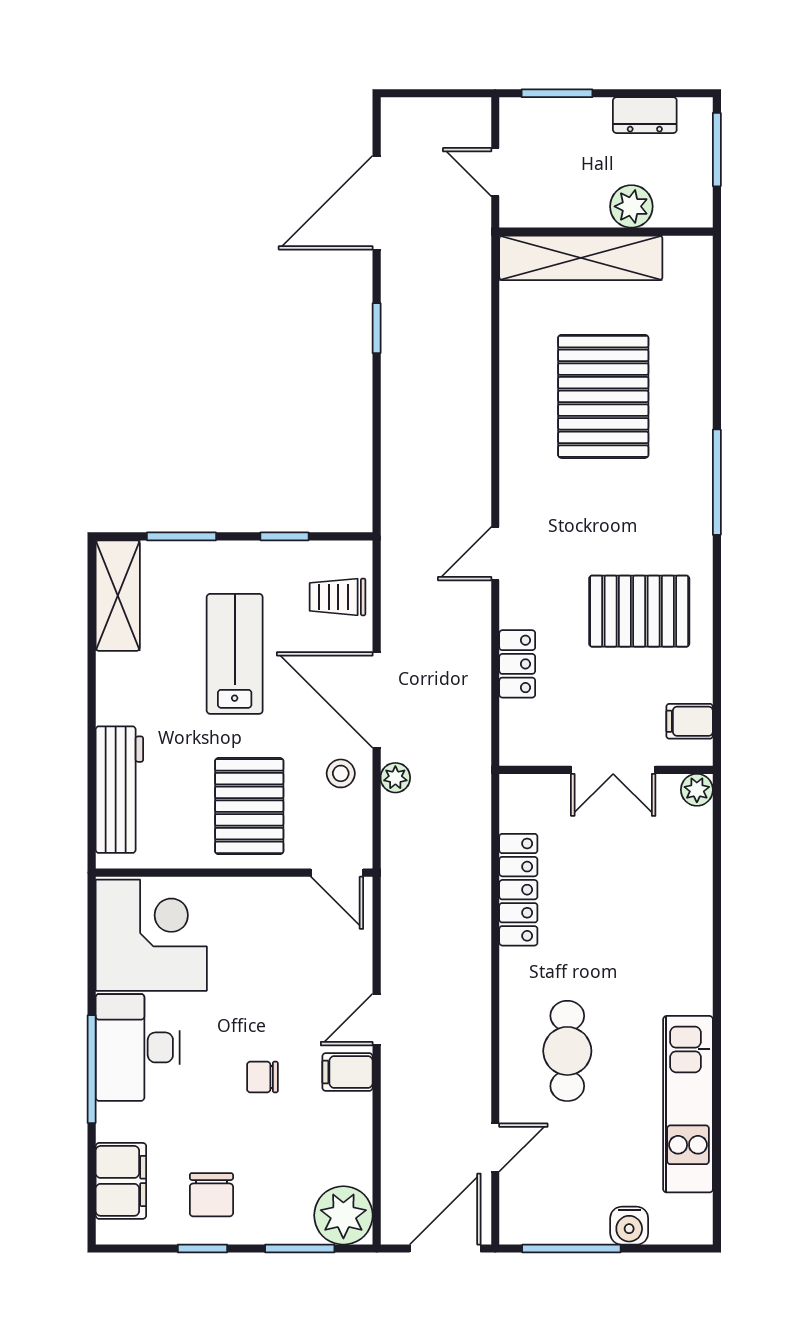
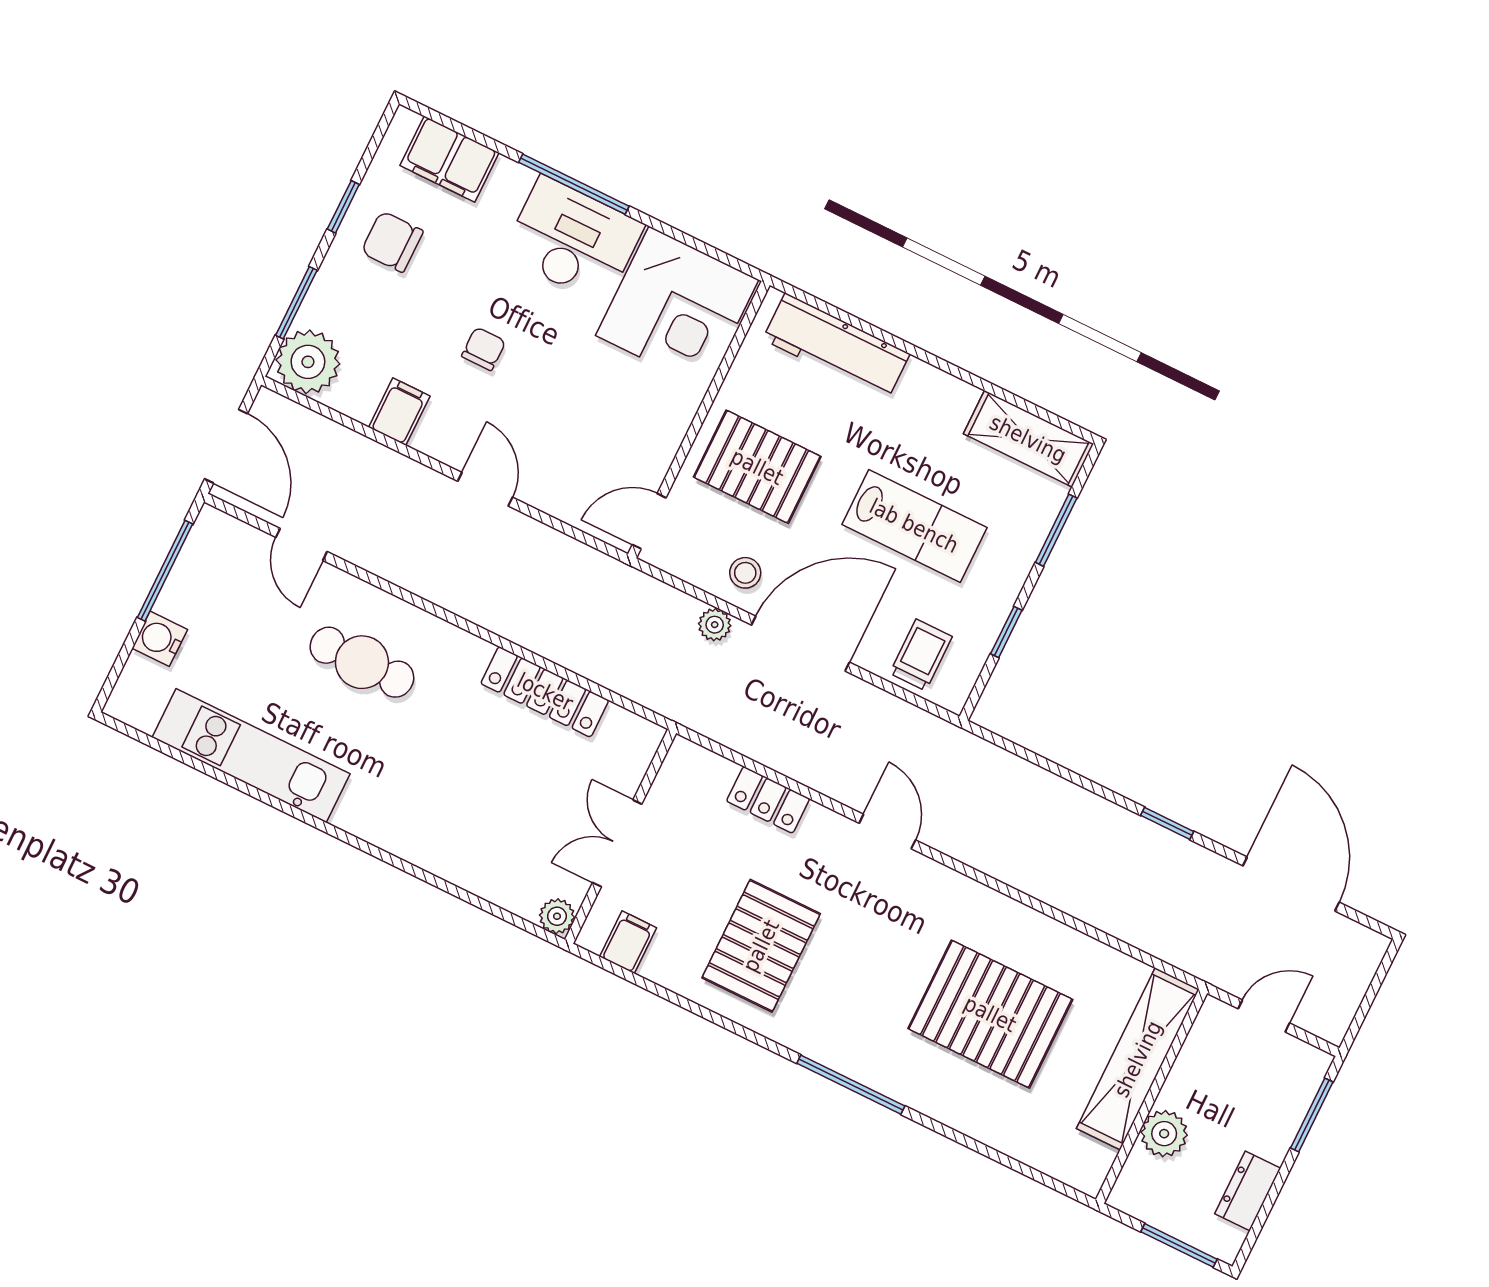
filing cabinet: (347, 1072) -> (399, 412), moved

